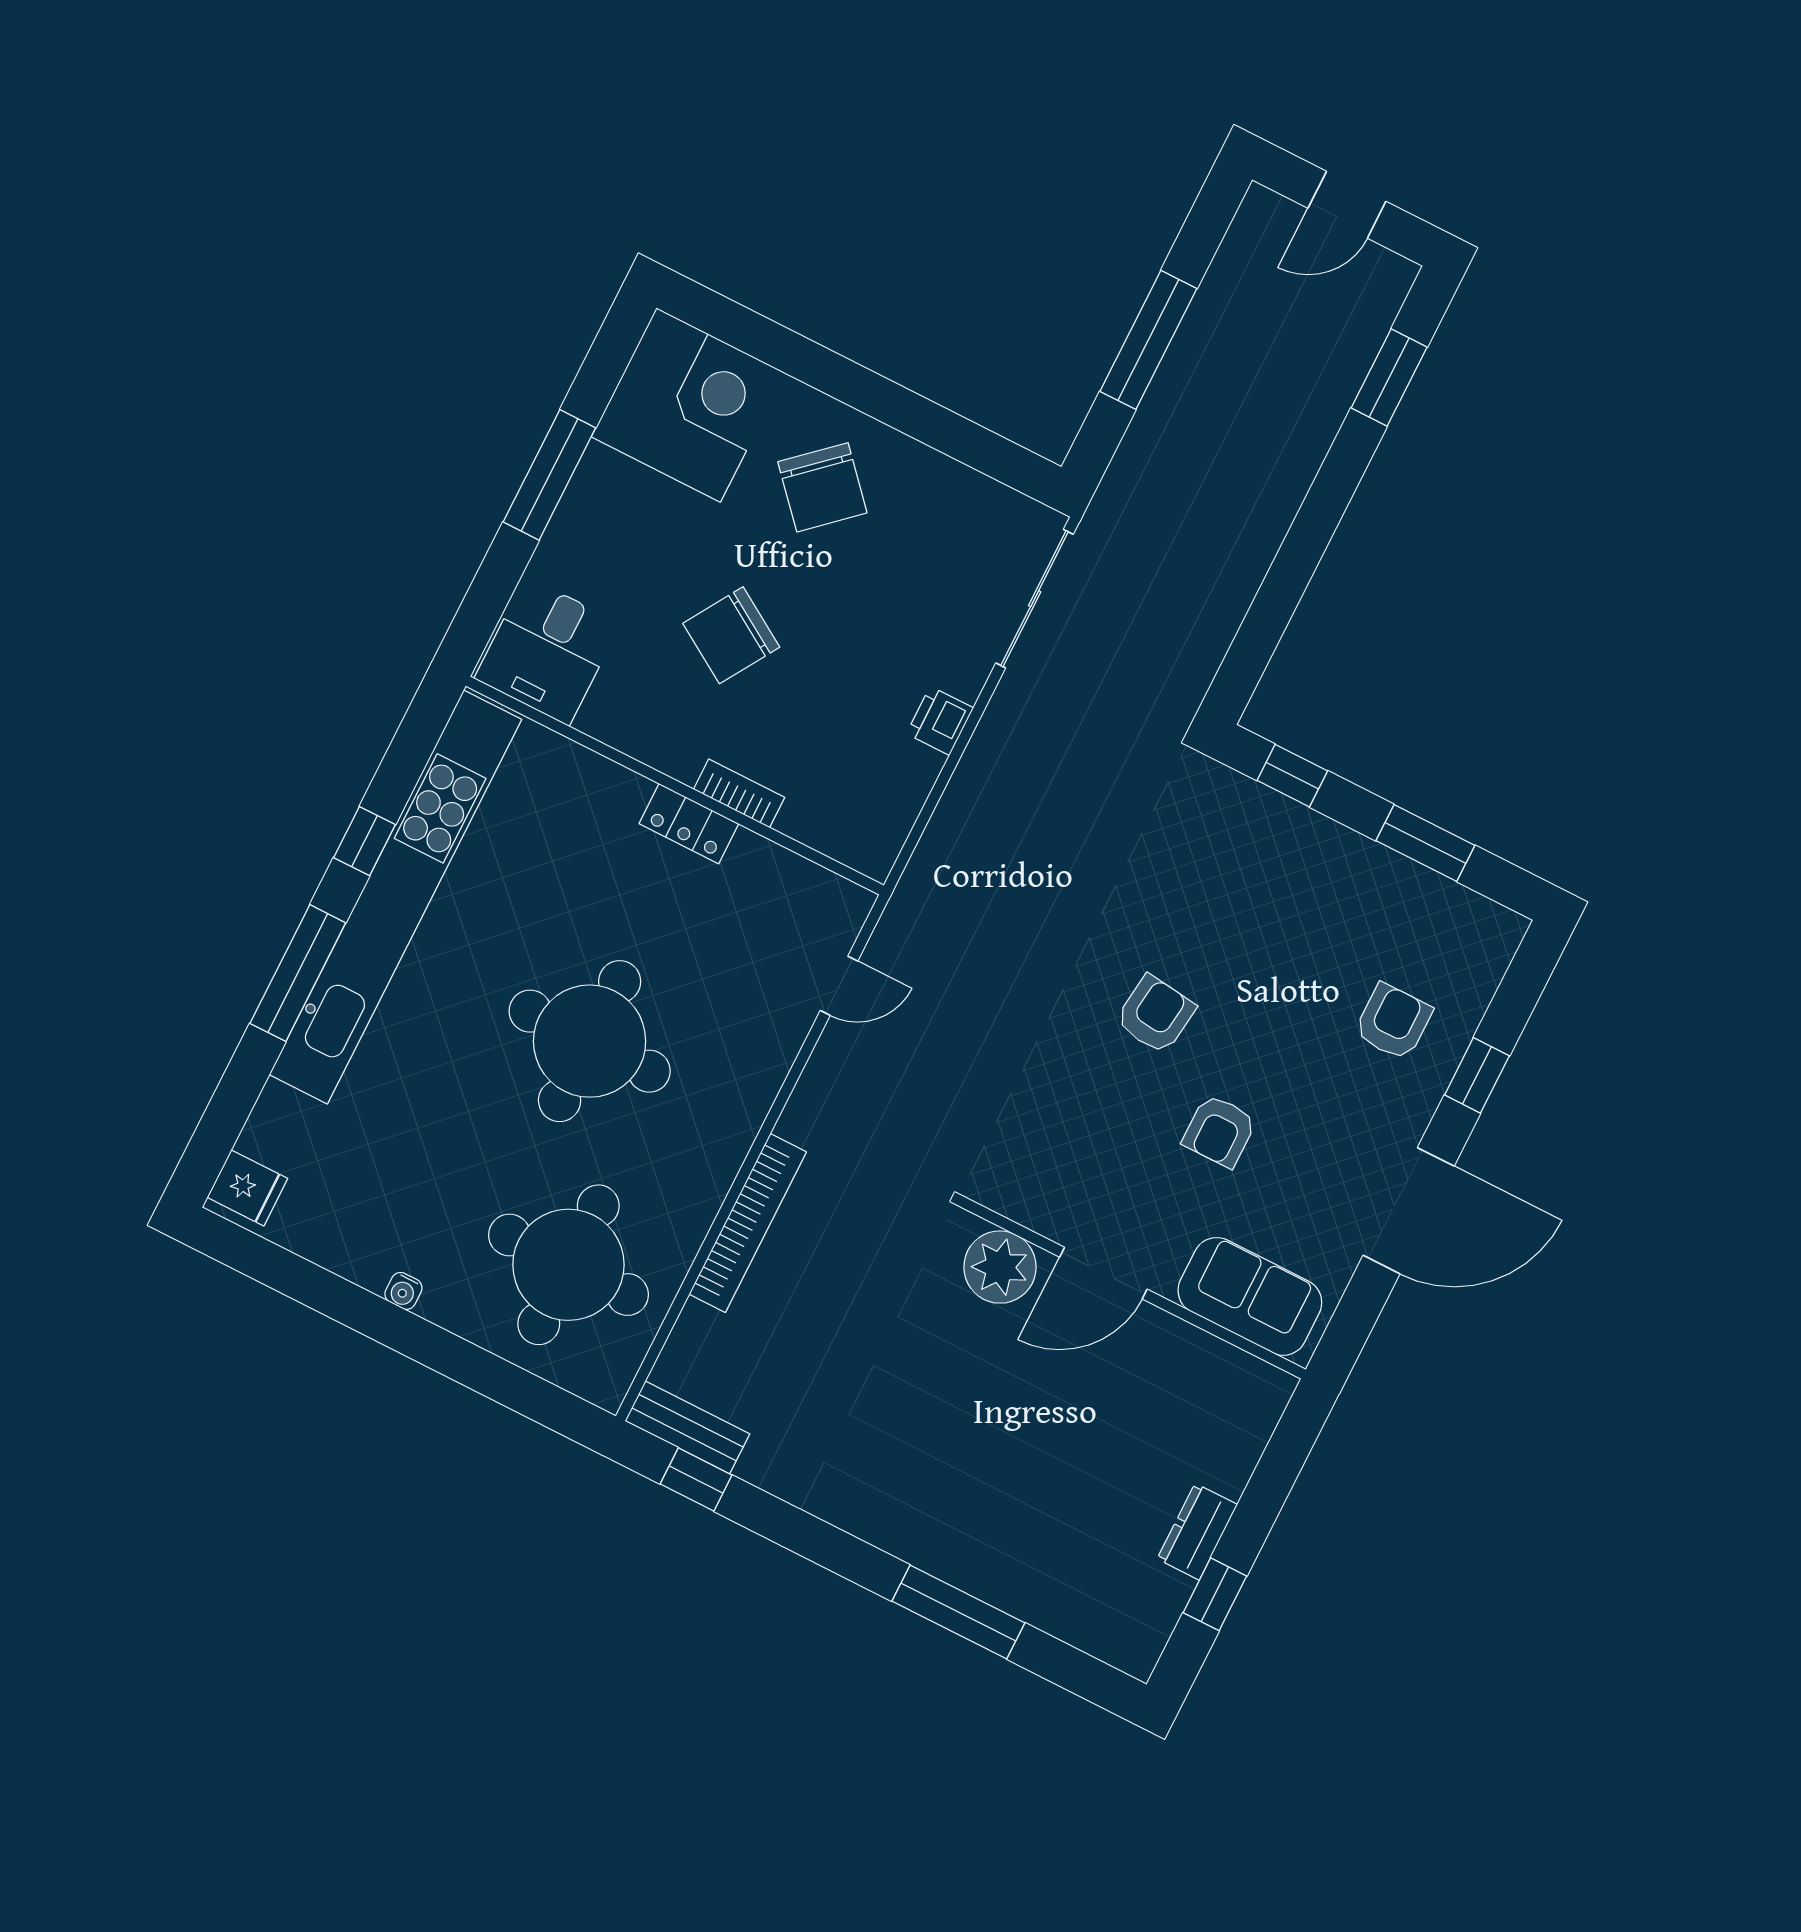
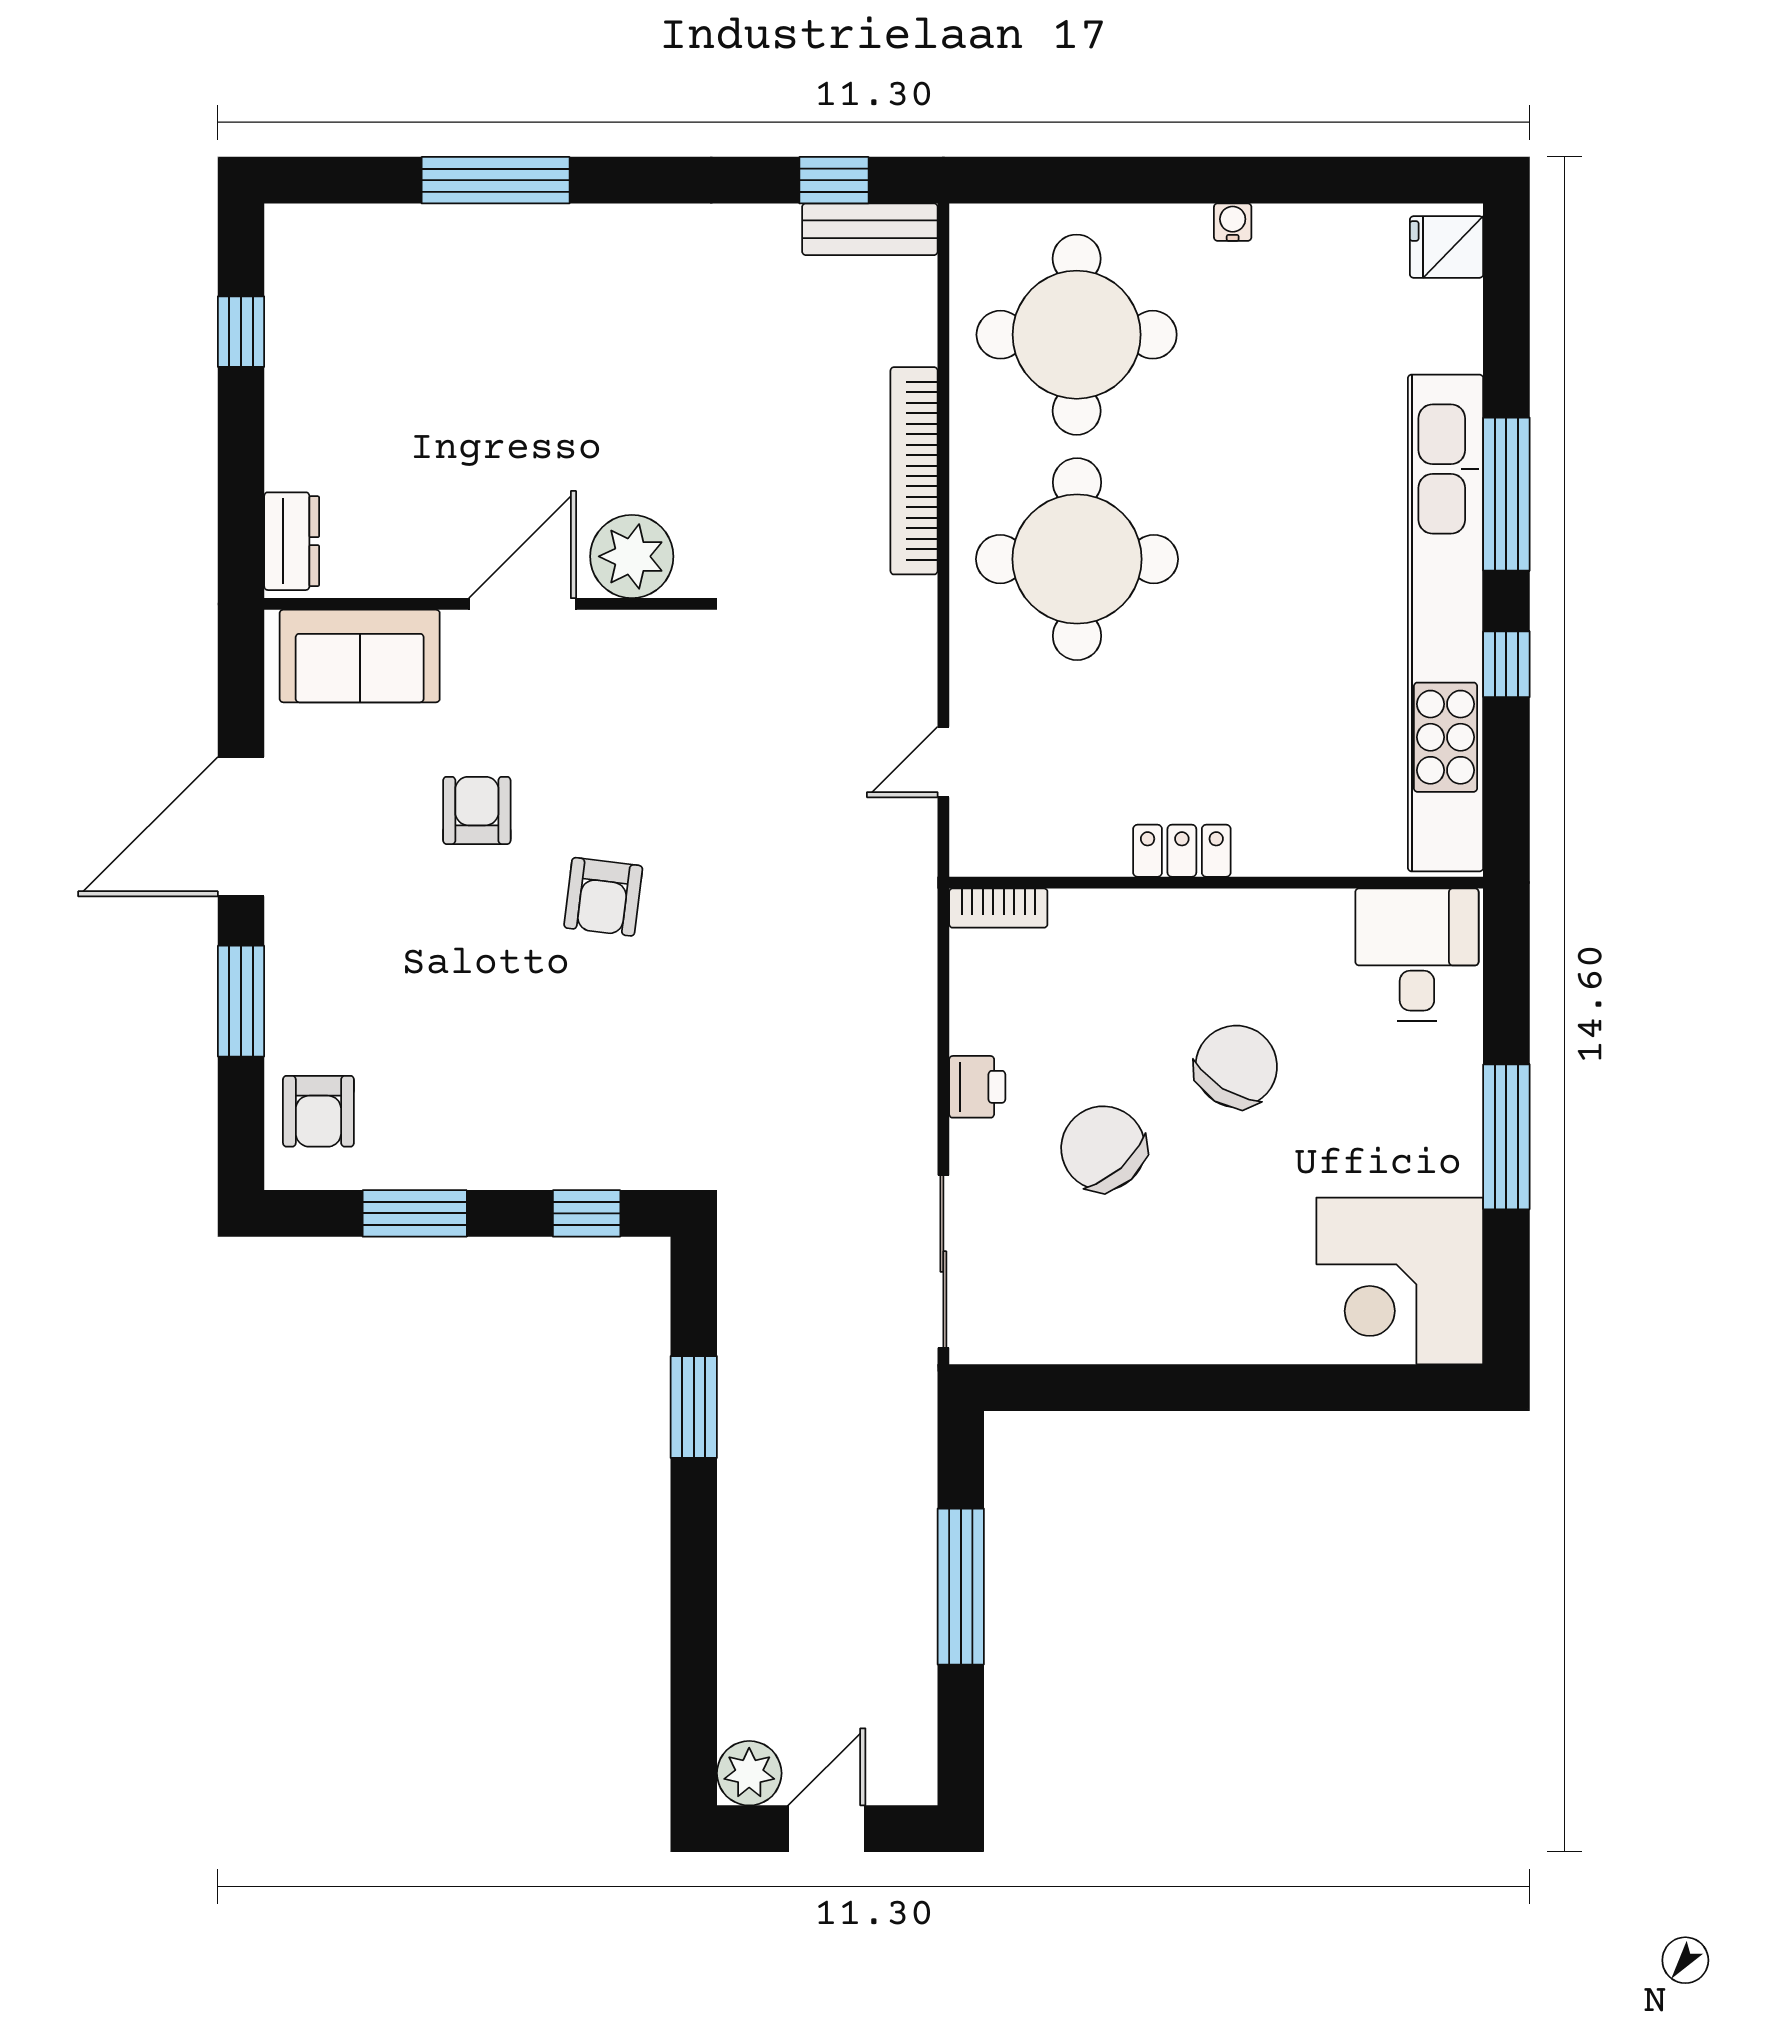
plant: (1385, 278) -> (749, 1773), added
window: (1389, 378) -> (694, 1407), moved
chair: (822, 487) -> (1103, 1148), moved
bookcase: (739, 793) -> (998, 908), moved
armchair: (1393, 1022) -> (318, 1111), moved
round table: (590, 1041) -> (1077, 559), moved
window: (1477, 1075) -> (241, 1001), width x1.50
dresser: (1197, 1532) -> (292, 541), moved

